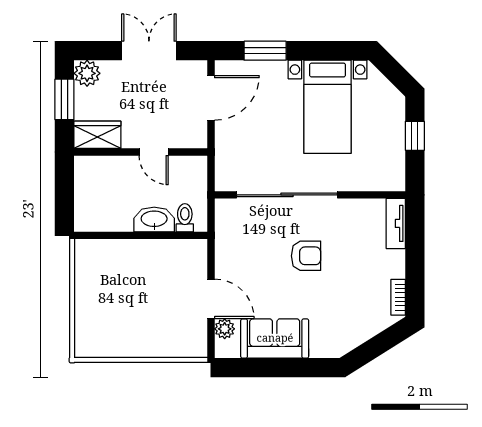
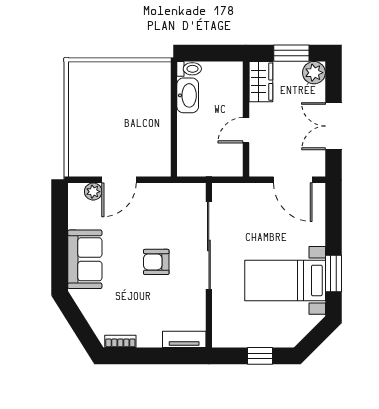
double door: (149, 51) -> (334, 126), swing flipped
window: (265, 51) -> (334, 274), moved
toilet: (185, 218) -> (189, 69), moved
washbasin: (154, 219) -> (188, 95), moved
armchair: (306, 256) -> (156, 262), turned 90
sofa: (275, 338) -> (85, 259), moved

